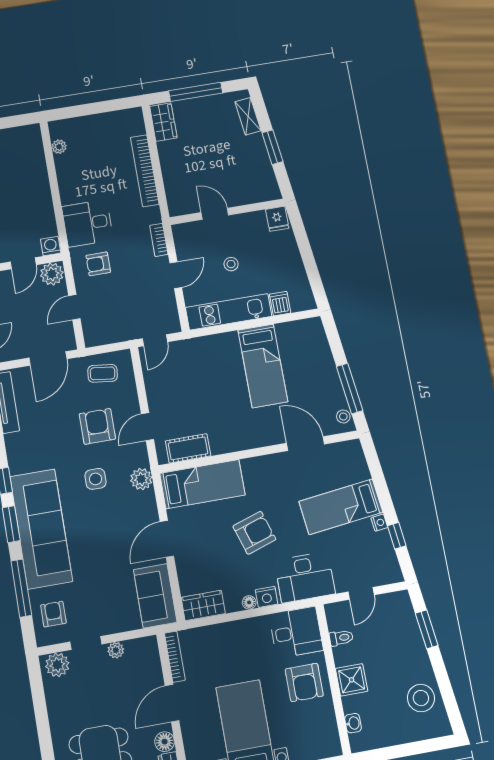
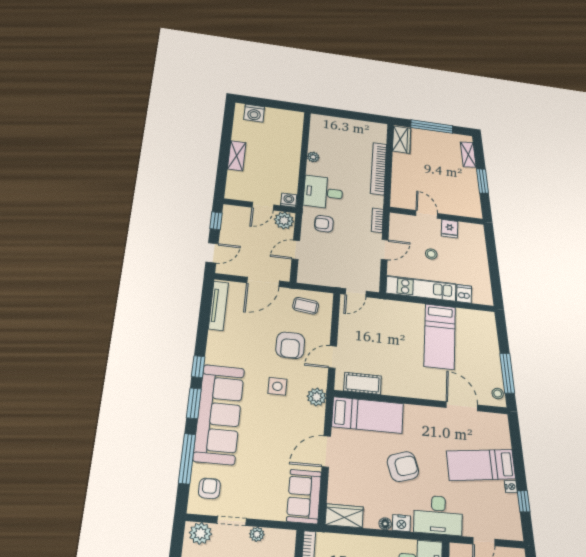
plant: (59, 147) -> (313, 157), moved
fridge: (277, 219) -> (450, 229), moved
armchair: (97, 426) -> (290, 345), turned 180

